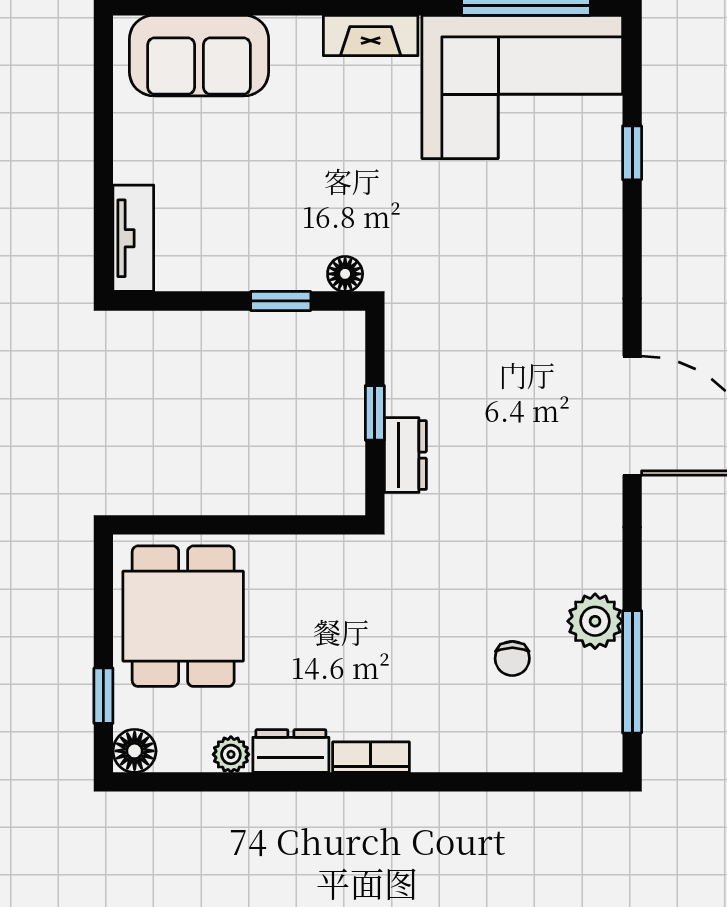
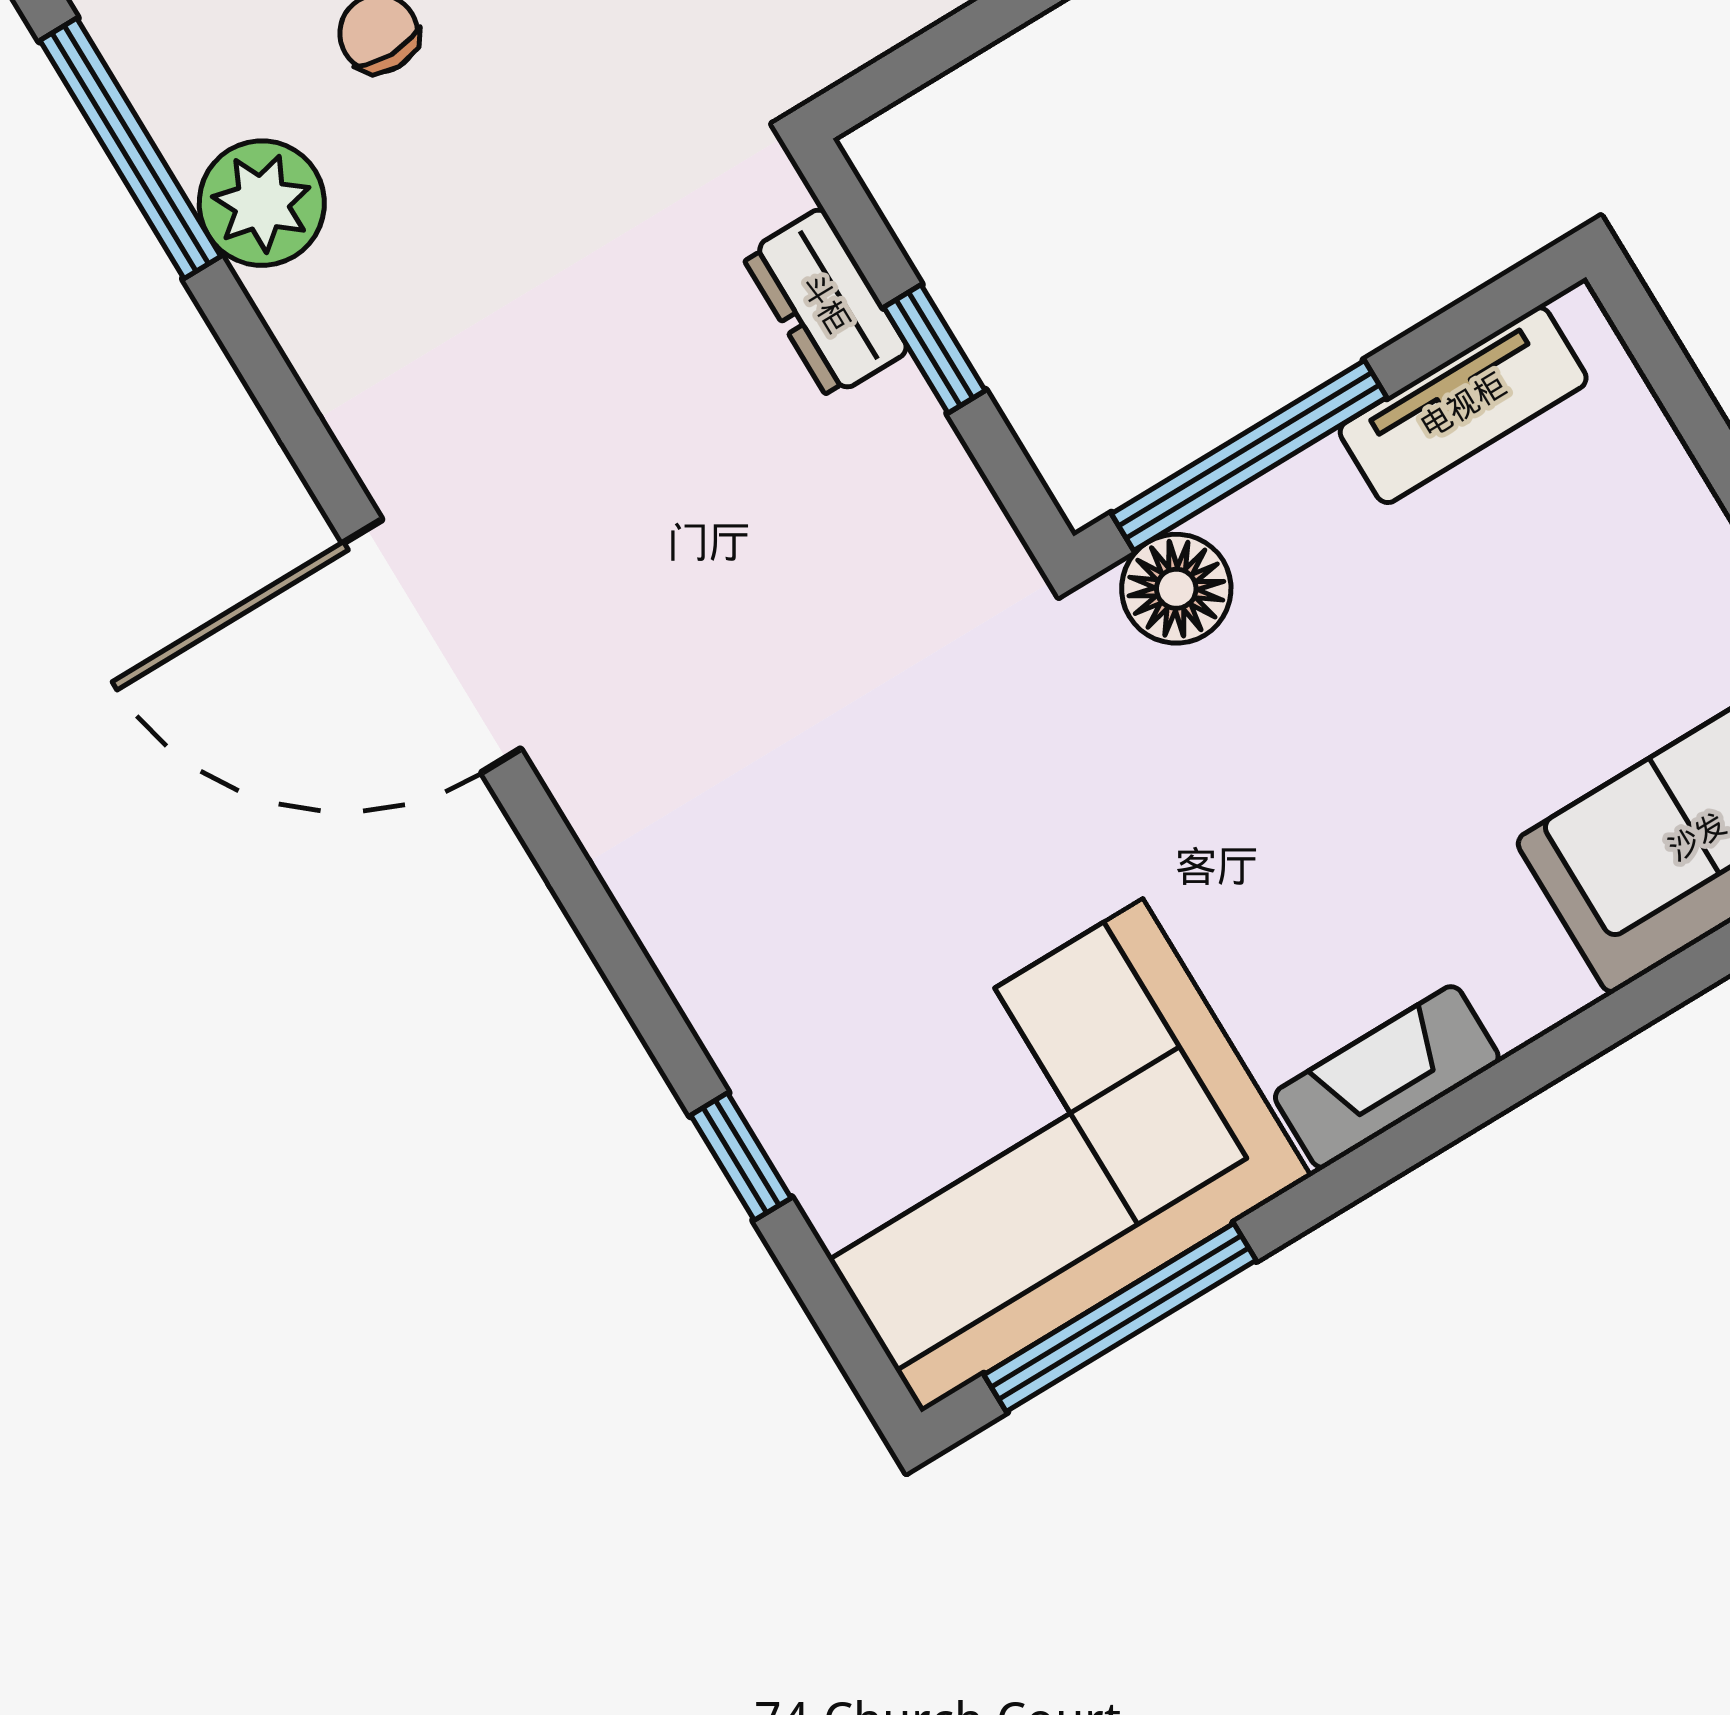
tv unit: (133, 238) -> (1463, 405), moved, turned -90
floor lamp: (345, 274) -> (1176, 589), width x1.37, depth x1.37
window: (281, 301) -> (1249, 455), width x2.17

